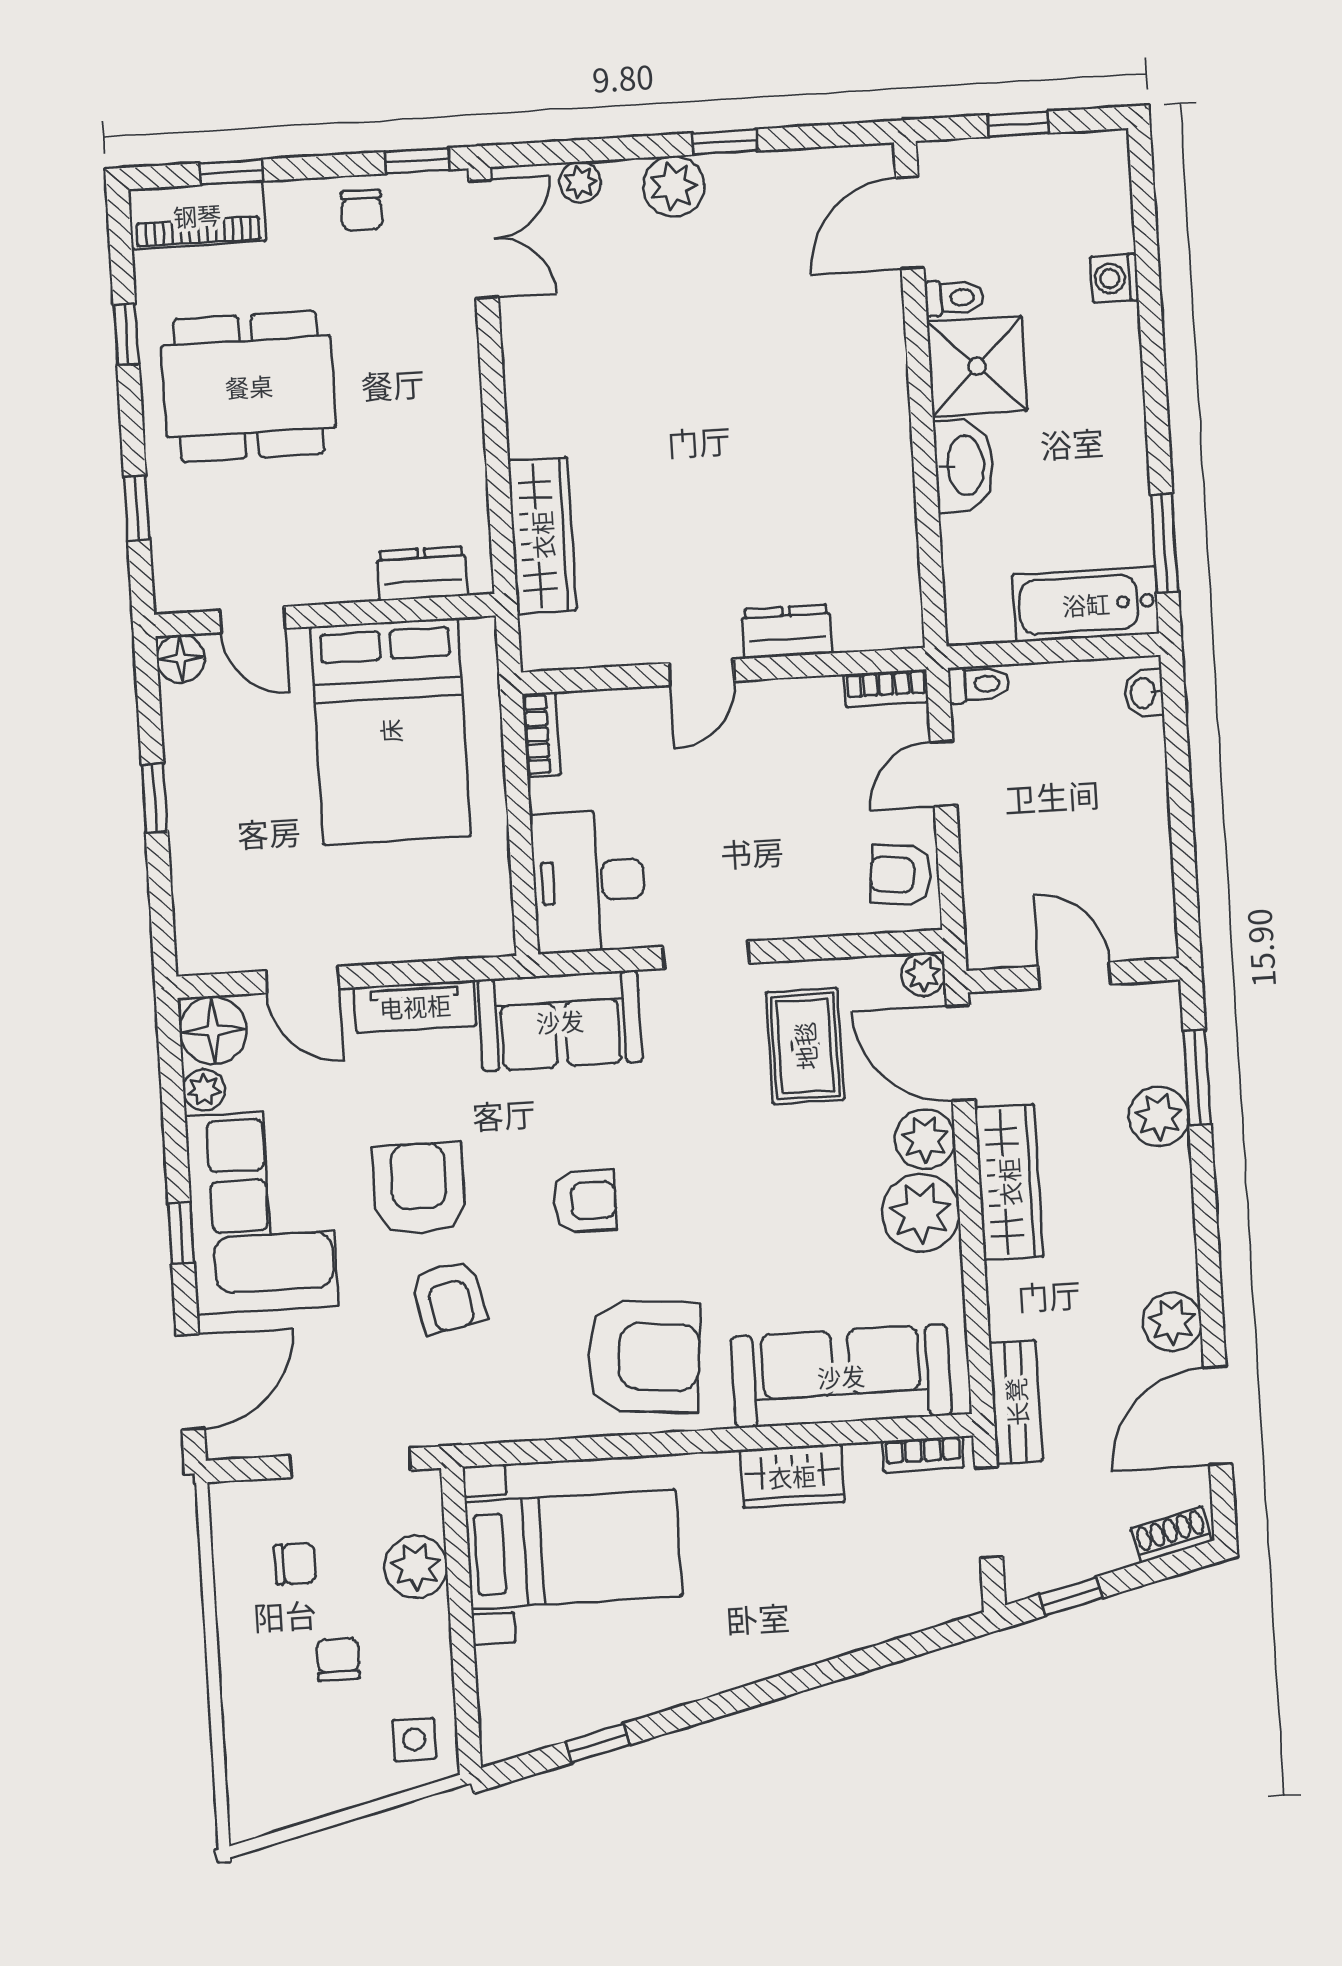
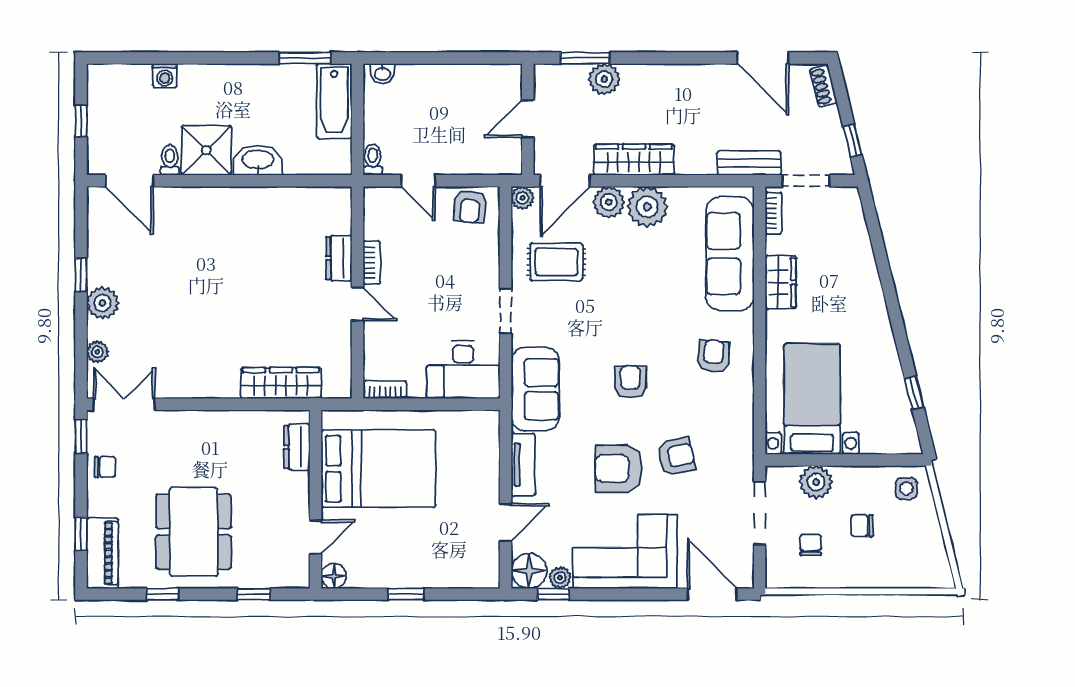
bookcase: (886, 688) -> (372, 263), moved
window: (181, 1233) -> (553, 594), moved
plant: (1172, 1322) -> (712, 79), removed
armchair: (644, 1357) -> (713, 356), width x0.53, depth x0.53

